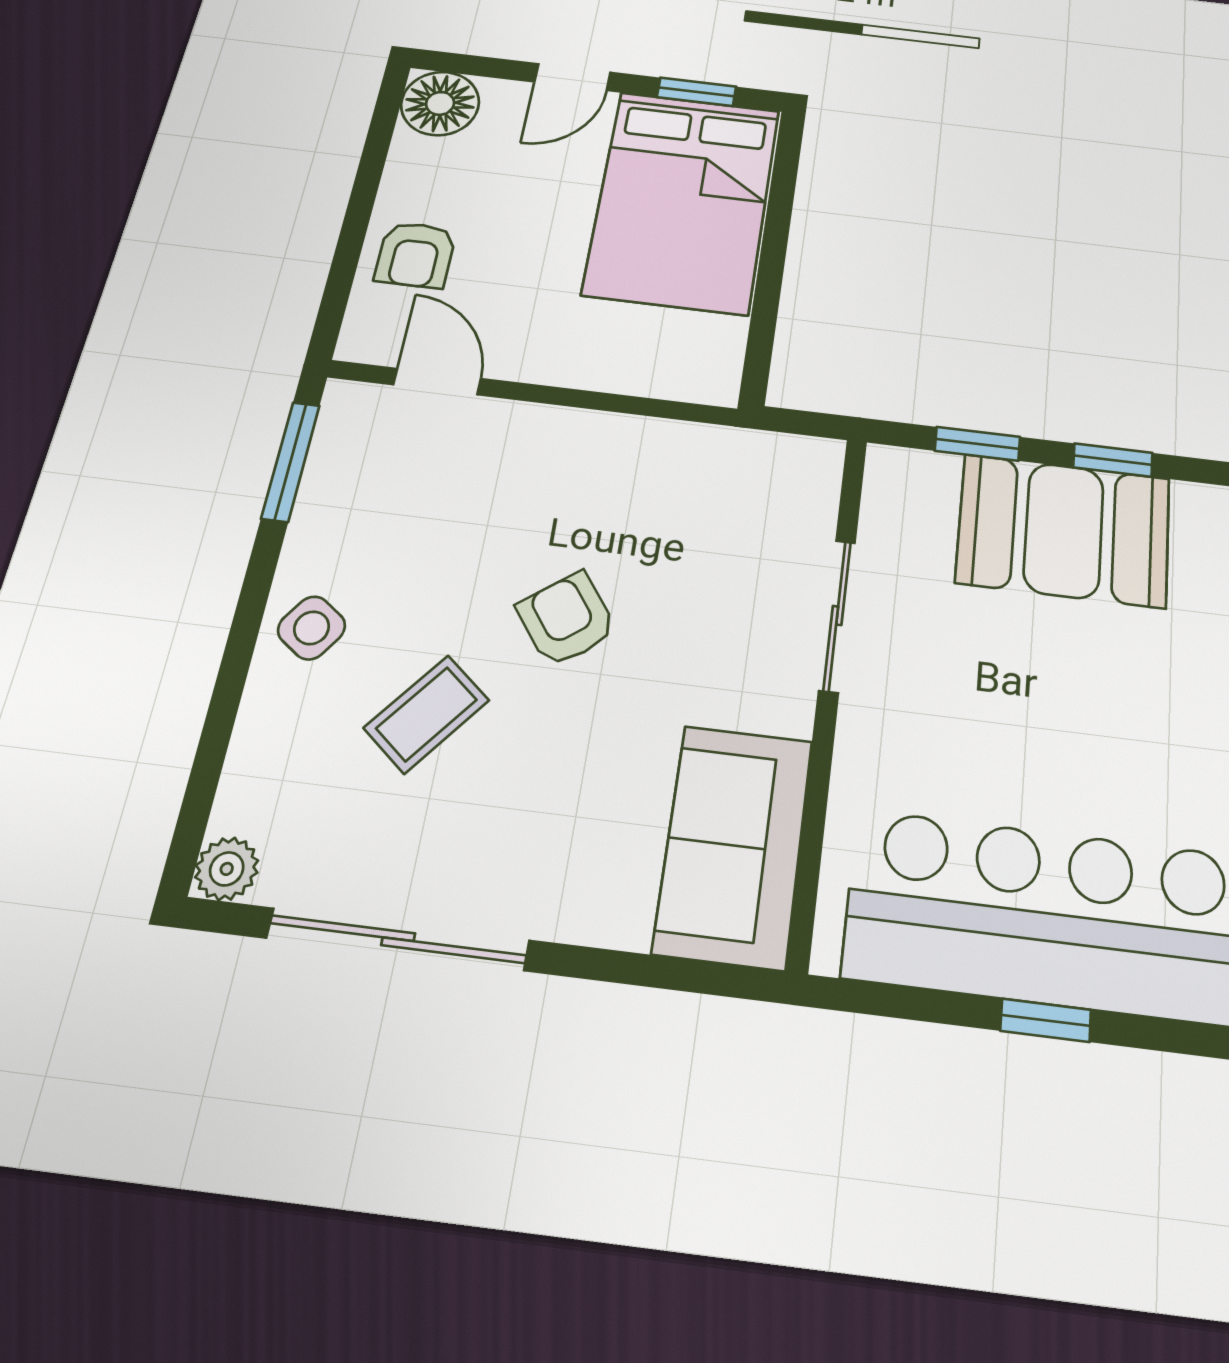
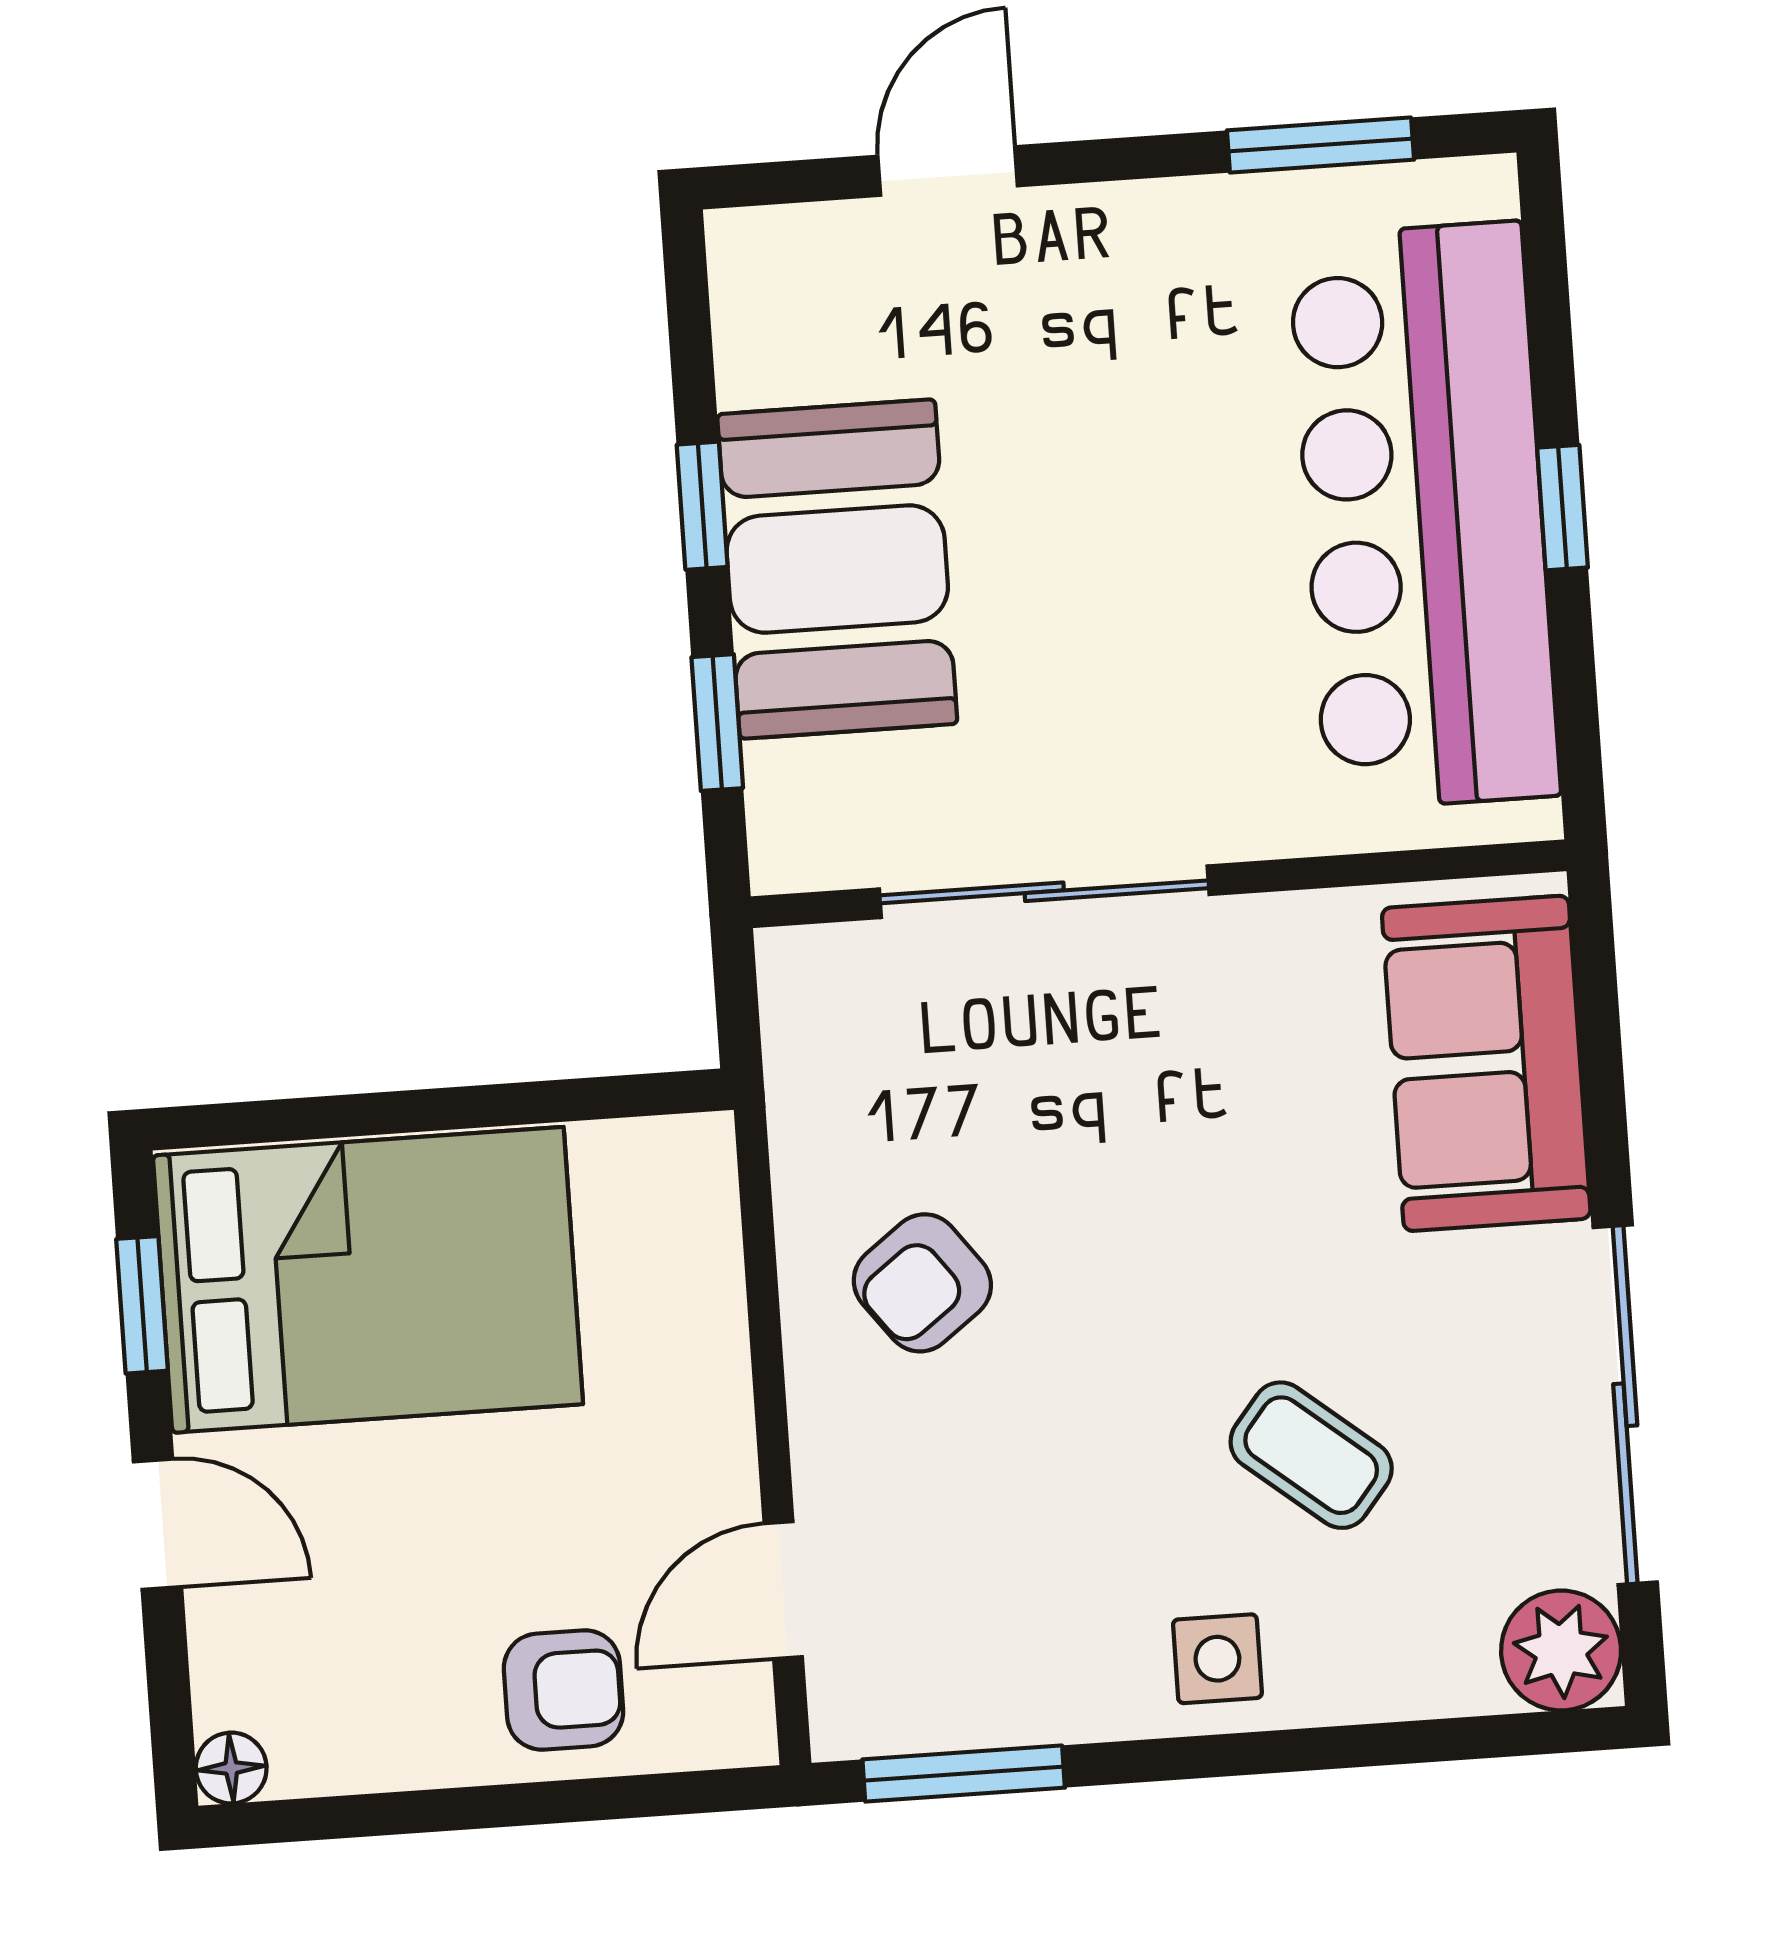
floor lamp: (440, 103) -> (231, 1768), width x0.53, depth x0.53
sliding door: (837, 615) -> (1044, 892), width x1.37
armchair: (567, 619) -> (922, 1283), moved
side table: (312, 628) -> (1217, 1659), turned -35
sofa: (734, 845) -> (1486, 1063), moved, turned 90
plant: (227, 869) -> (1561, 1650), width x1.38, depth x1.38

